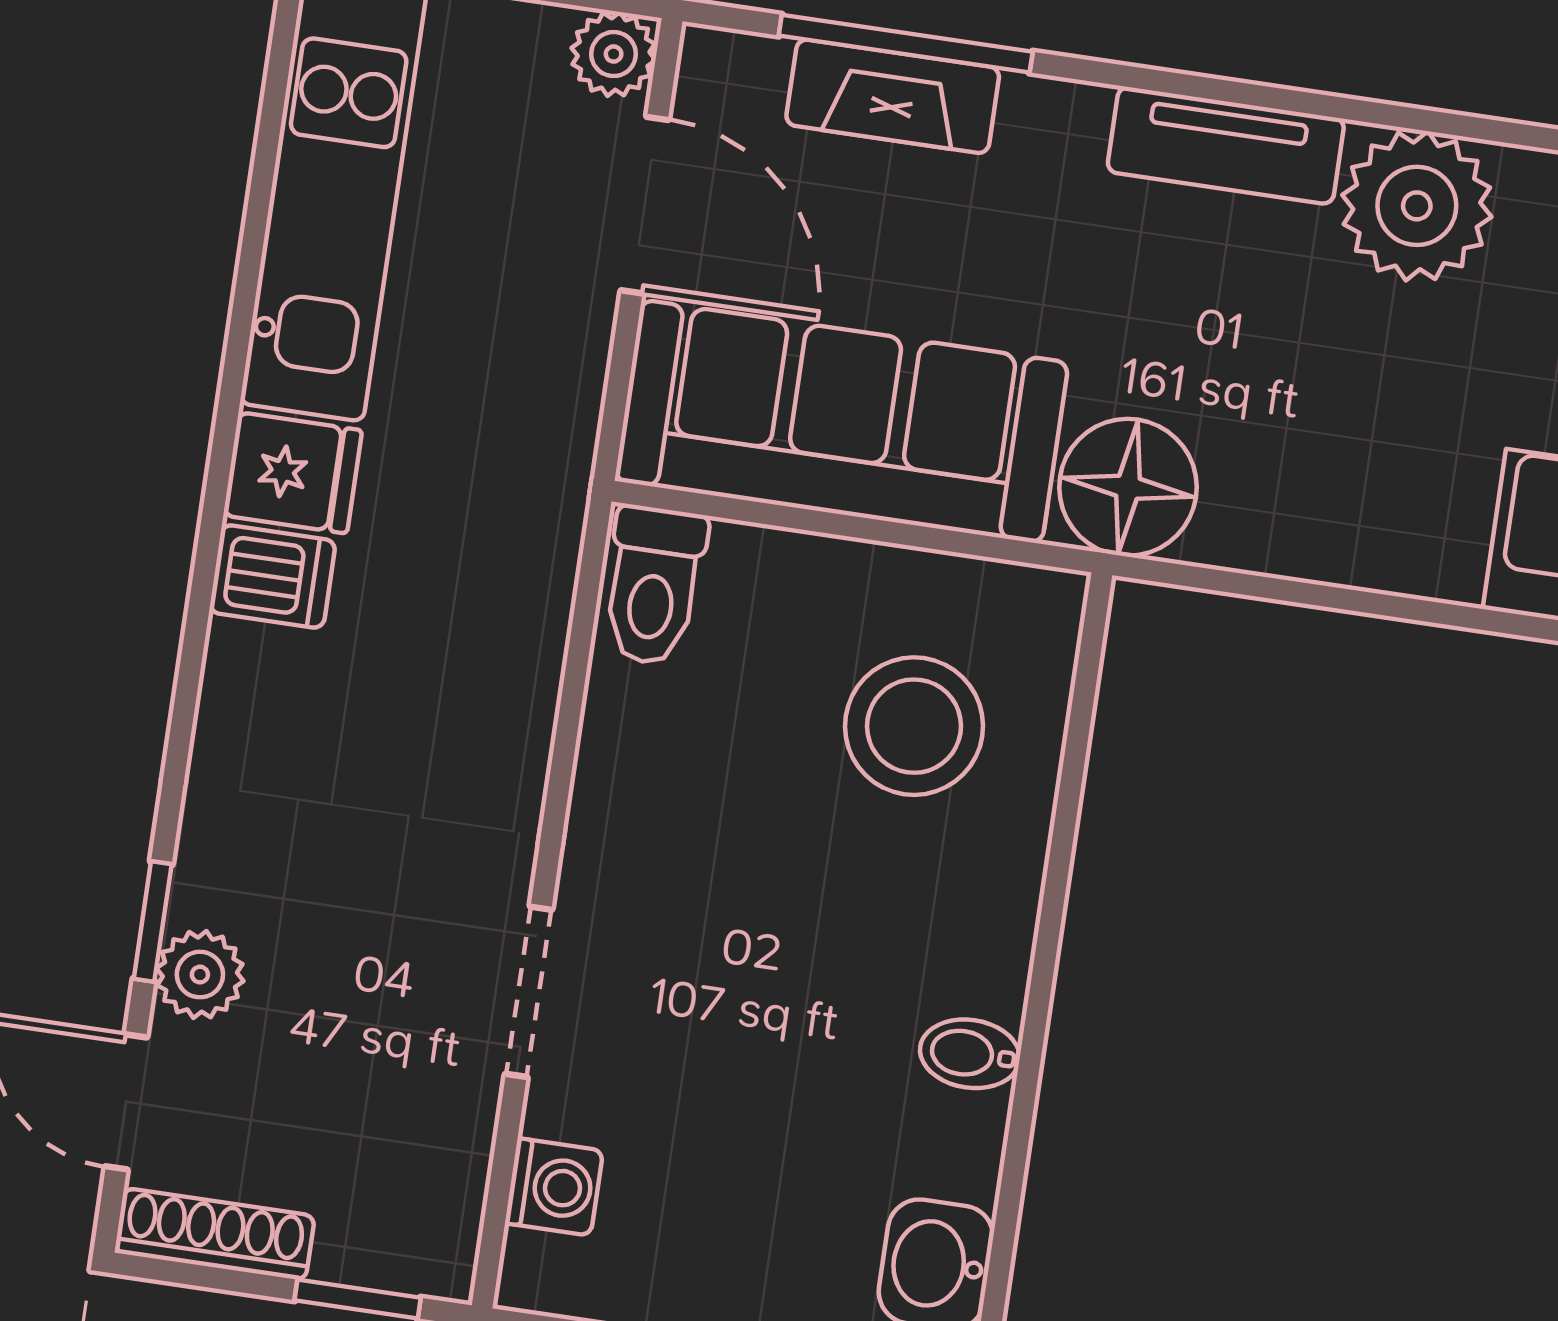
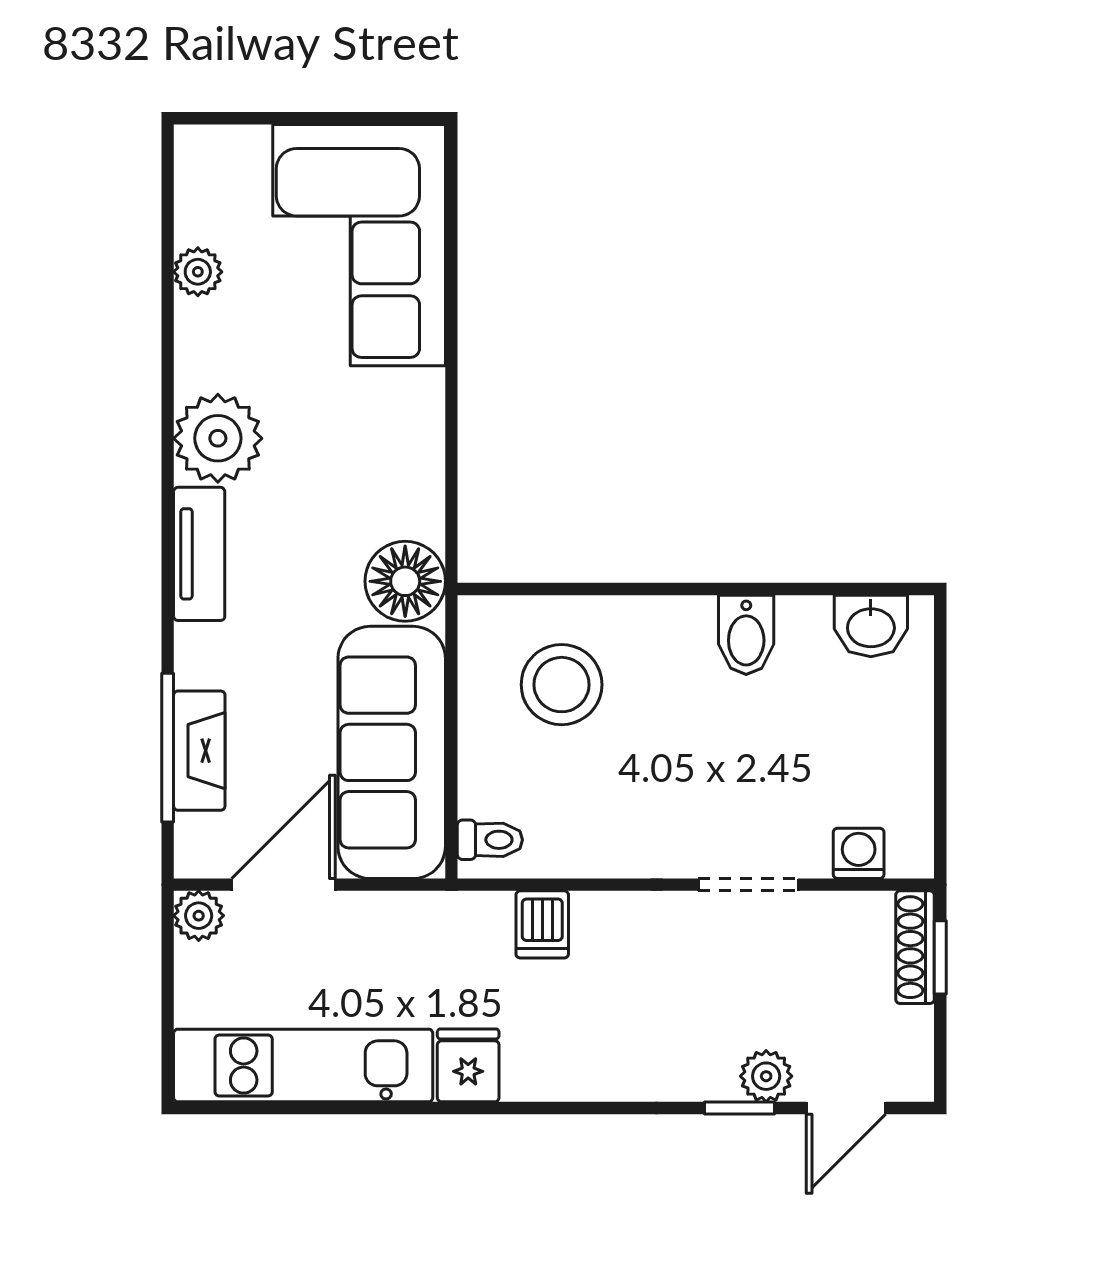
dishwasher: (272, 576) -> (542, 924), moved, turned 180
toilet: (654, 585) -> (490, 840), width x0.73, depth x0.72
bidet: (970, 1054) -> (746, 635), width x1.38, depth x1.36
shoe rack: (215, 1234) -> (915, 947), moved

